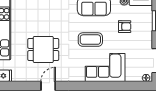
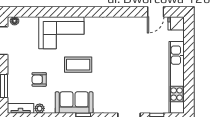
dining table: (43, 50) -> (132, 53), removed
door: (48, 86) -> (156, 12), moved

